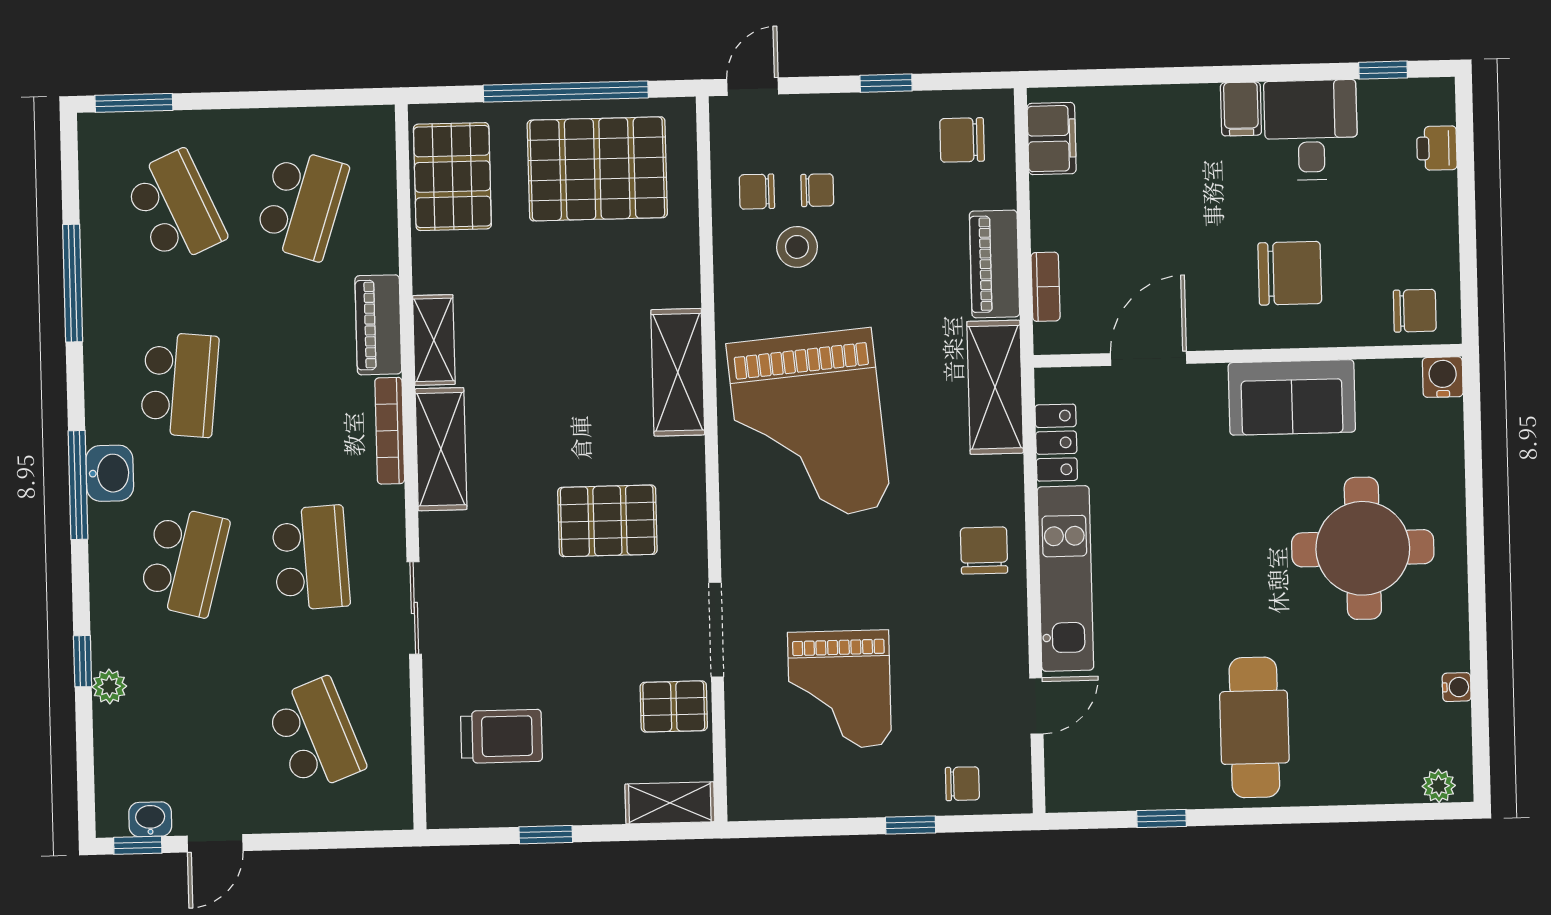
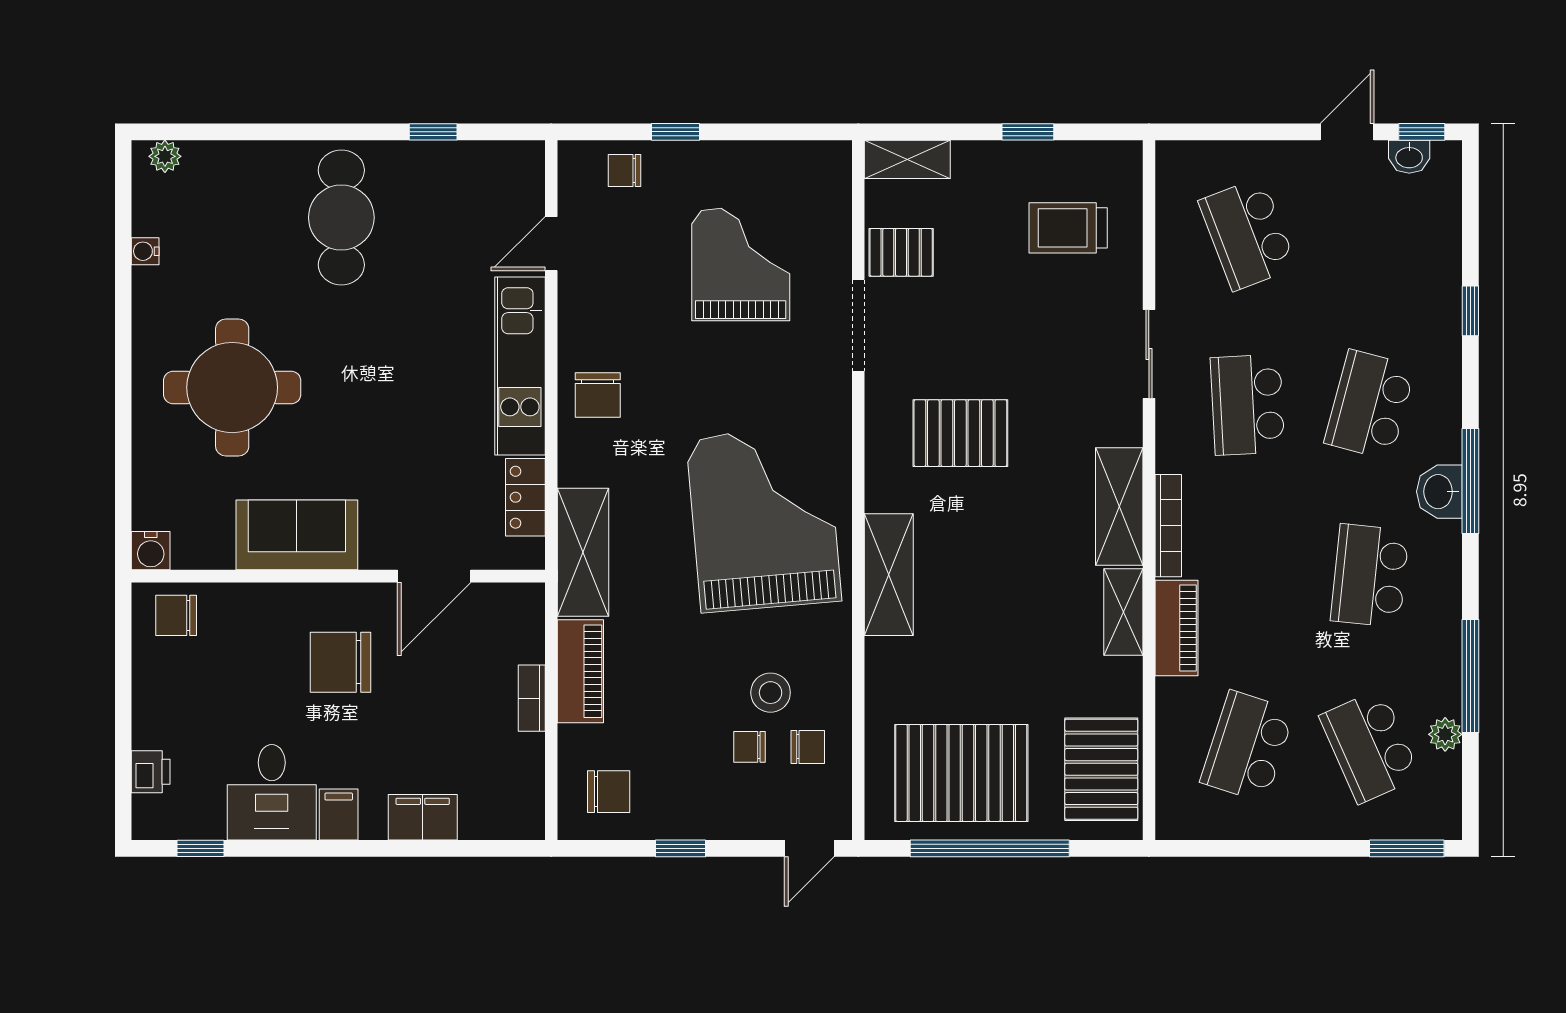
filing cabinet: (1052, 139) -> (423, 817), moved, turned 90
chair: (1290, 273) -> (340, 662), moved
bookcase: (1046, 287) -> (532, 698), moved
plant: (109, 687) -> (1445, 734), moved

